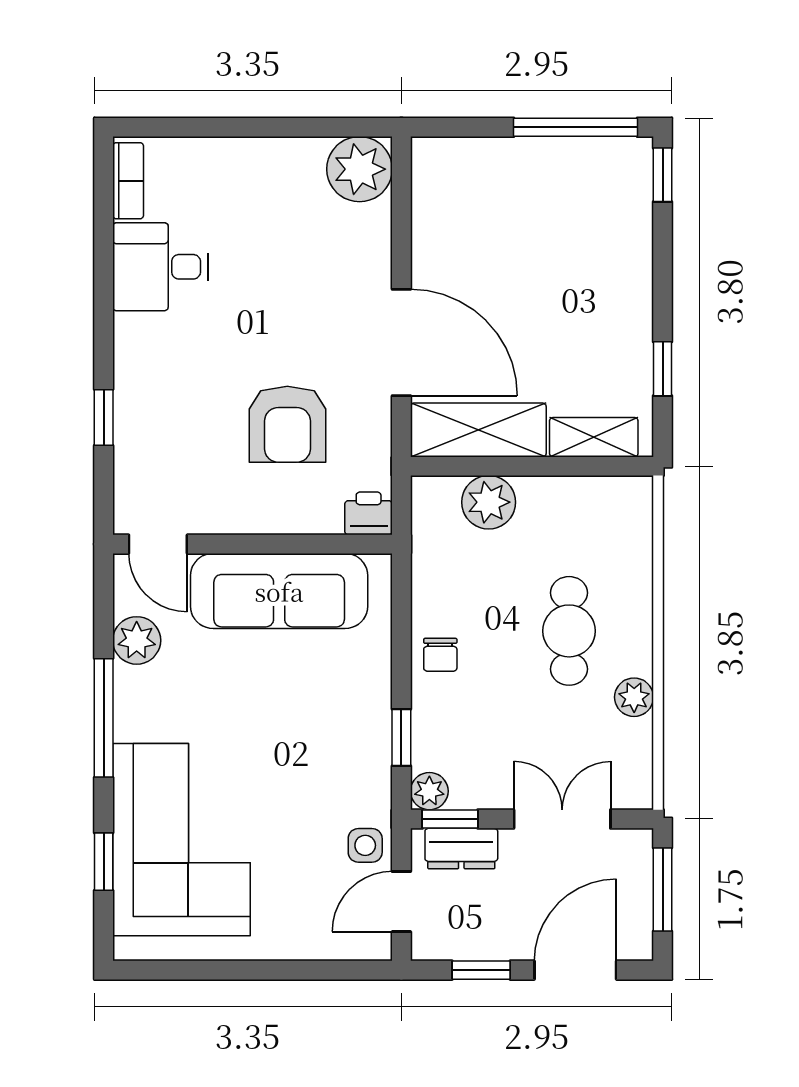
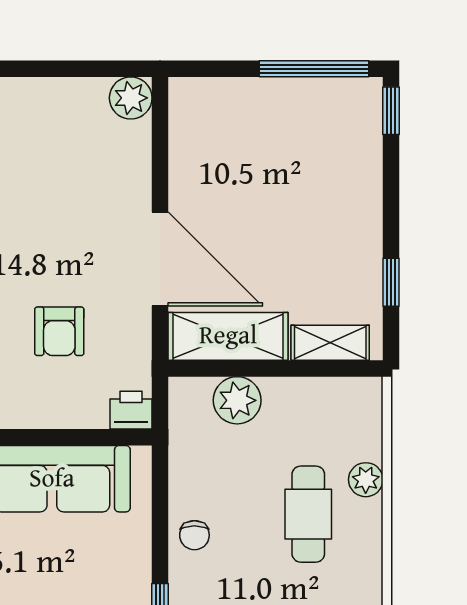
plant: (360, 169) -> (131, 98), width x0.73, depth x0.73
armchair: (287, 424) -> (59, 331), width x0.72, depth x0.72
plant: (634, 697) -> (366, 480), moved

